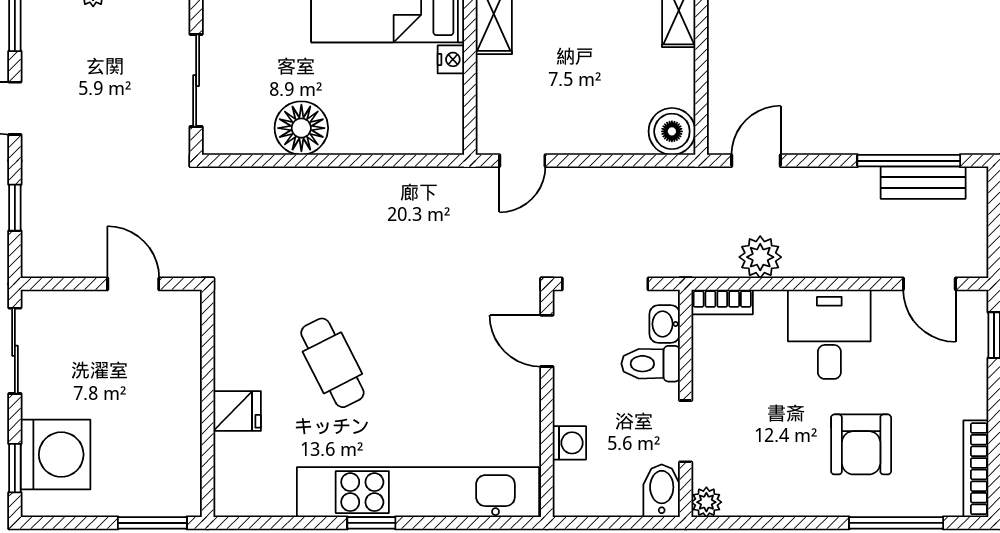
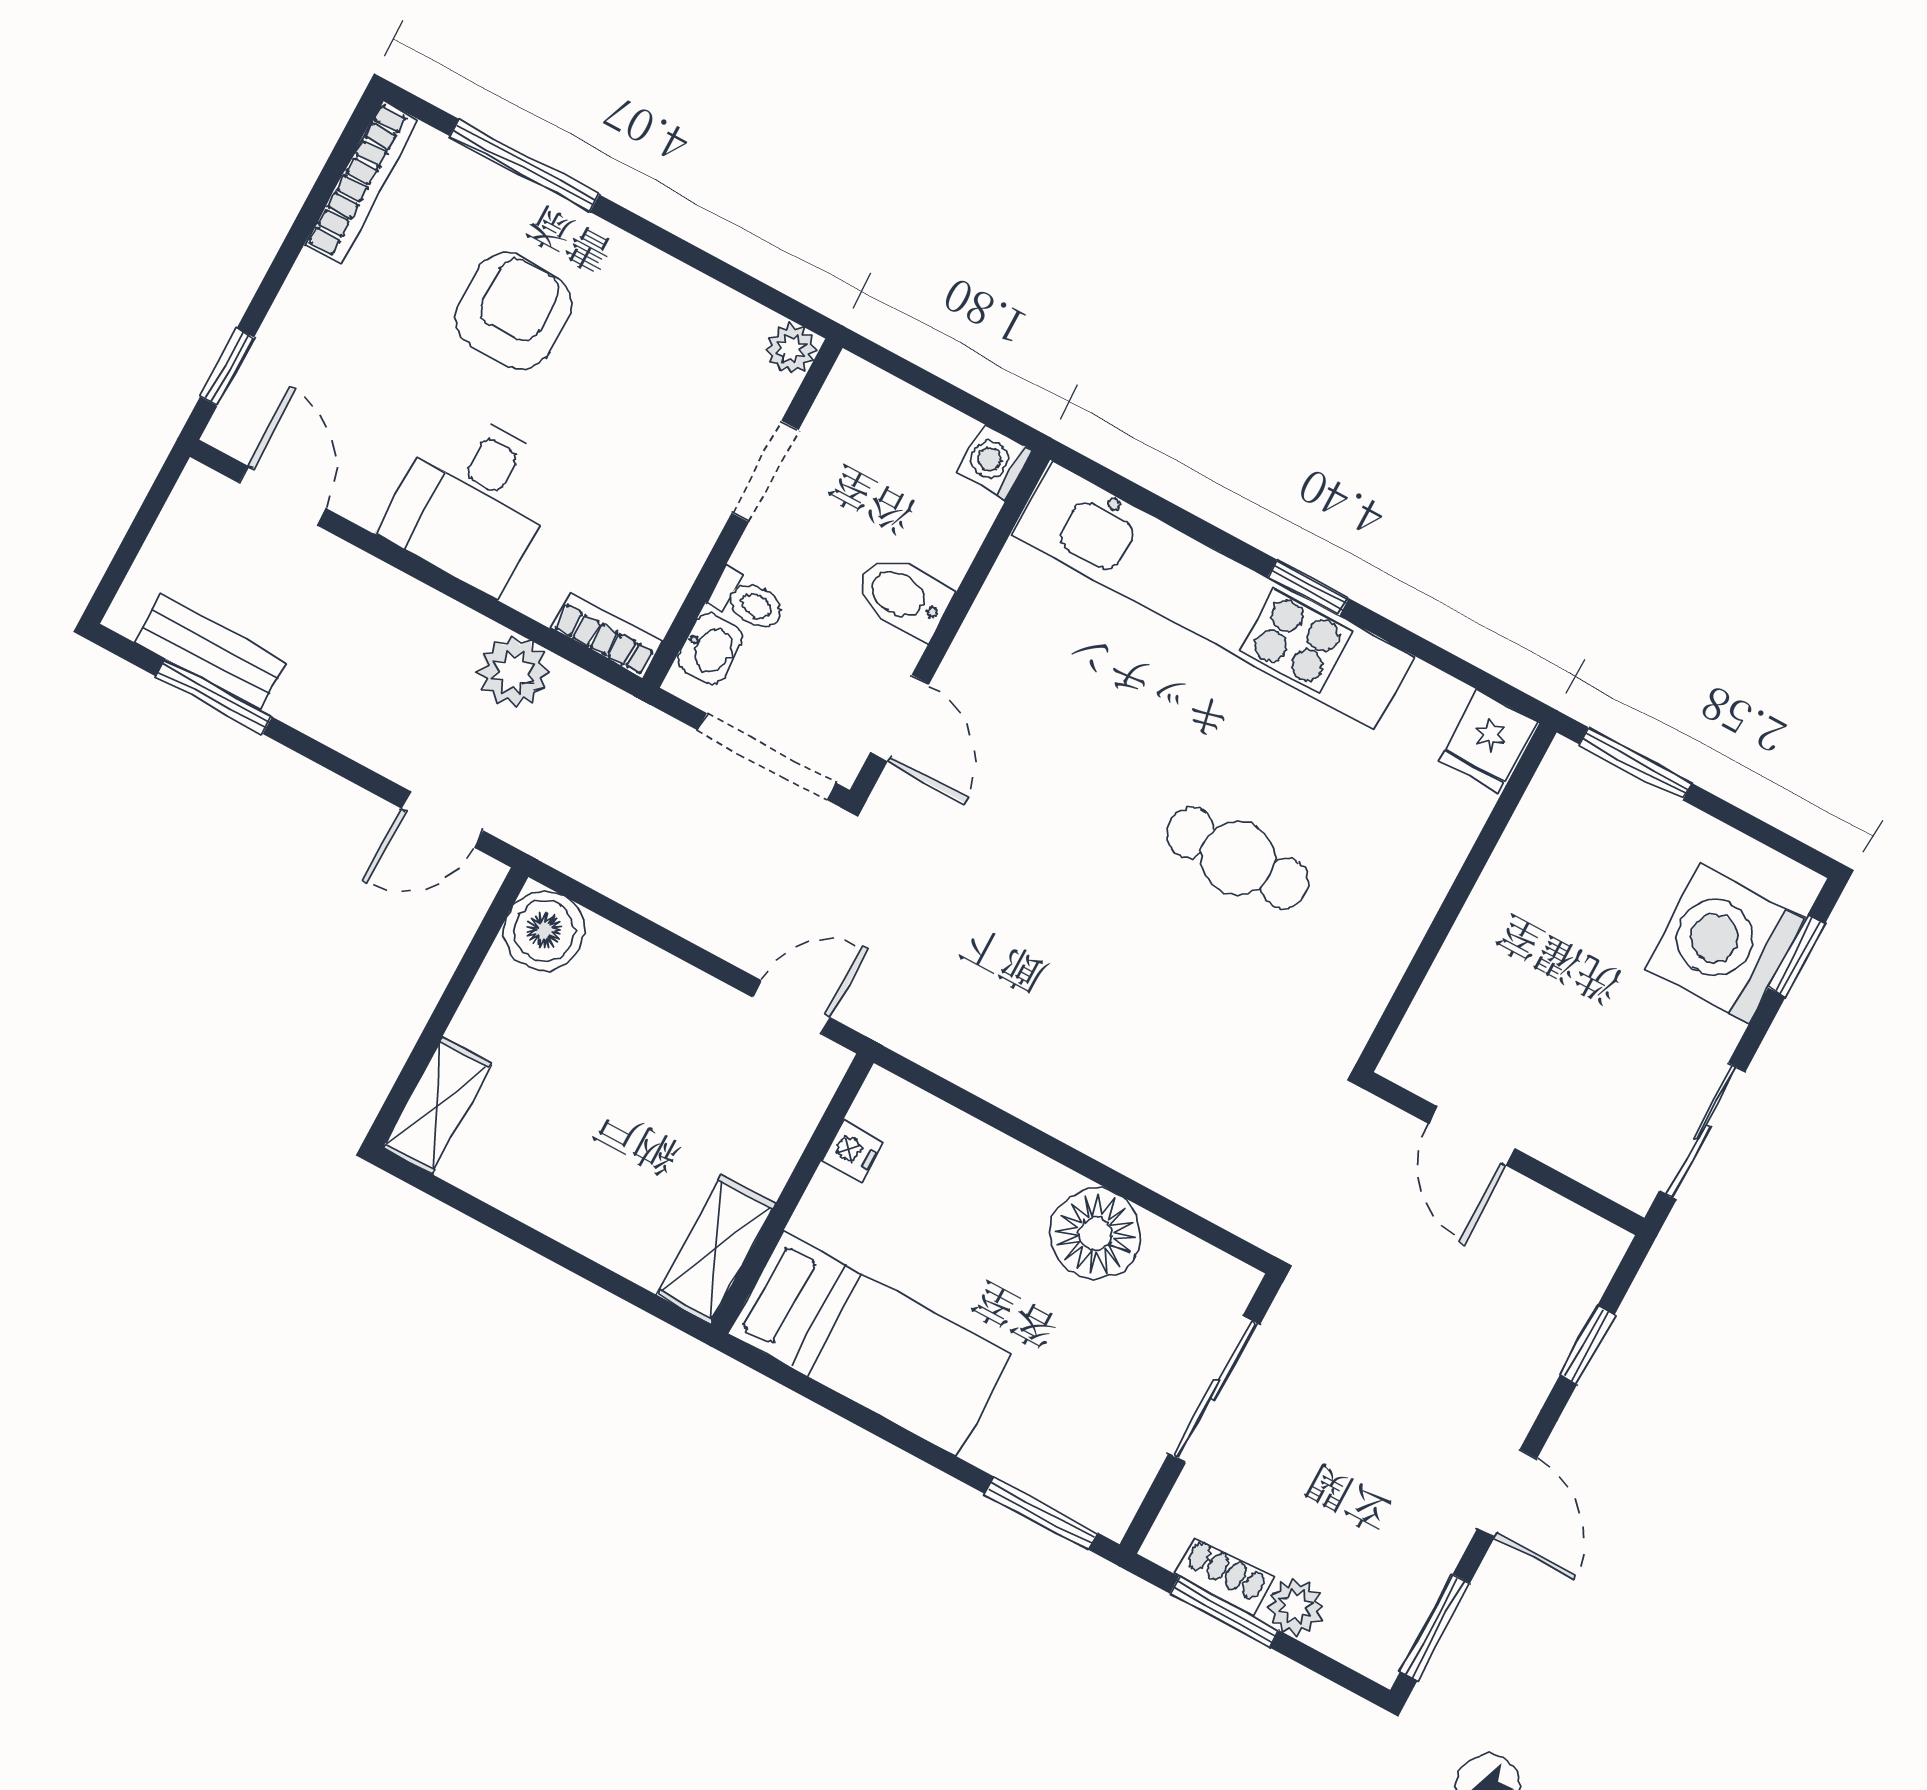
nightstand: (451, 59) -> (852, 1150), moved
window: (909, 161) -> (214, 697), width x0.69
cafe table: (332, 363) -> (1238, 858), turned -63
toilet: (651, 364) -> (747, 601), width x0.73, depth x0.72
fridge: (237, 411) -> (1488, 741), moved, turned -90
washing machine: (569, 443) -> (994, 462), moved
bidet: (662, 491) -> (903, 597), moved, turned 90

